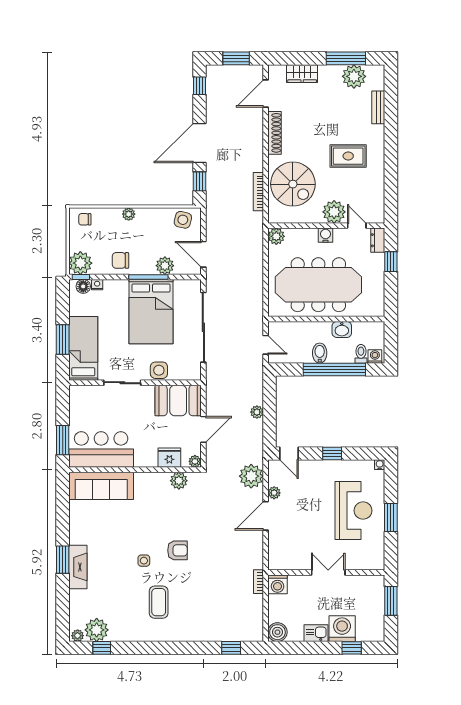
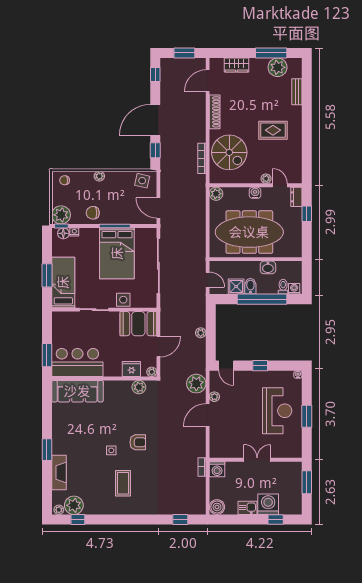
plant: (334, 212) -> (266, 179), width x0.53, depth x0.53
plant: (165, 266) -> (128, 217), removed
shower: (302, 354) -> (236, 287), added
fireplace: (78, 567) -> (59, 472), moved

